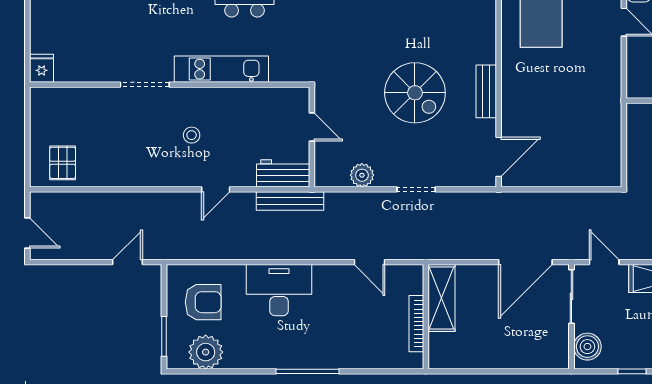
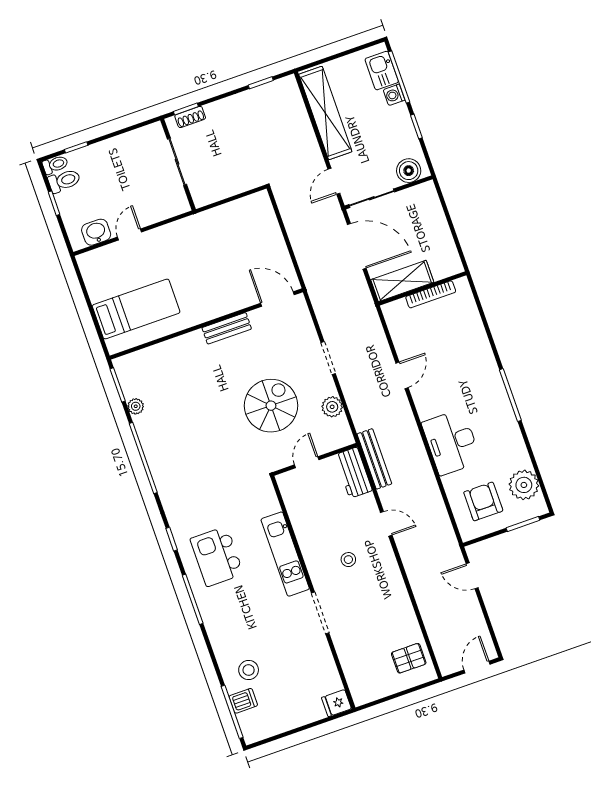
spiral stairs: (415, 93) -> (271, 406), moved
shelving: (441, 298) -> (402, 281), moved
wall: (426, 317) -> (422, 288), moved
bookcase: (416, 324) -> (431, 294), moved

